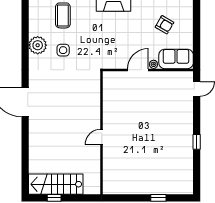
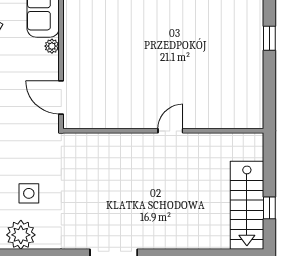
door: (138, 70) -> (61, 97), moved
door: (102, 137) -> (170, 131), swing flipped

